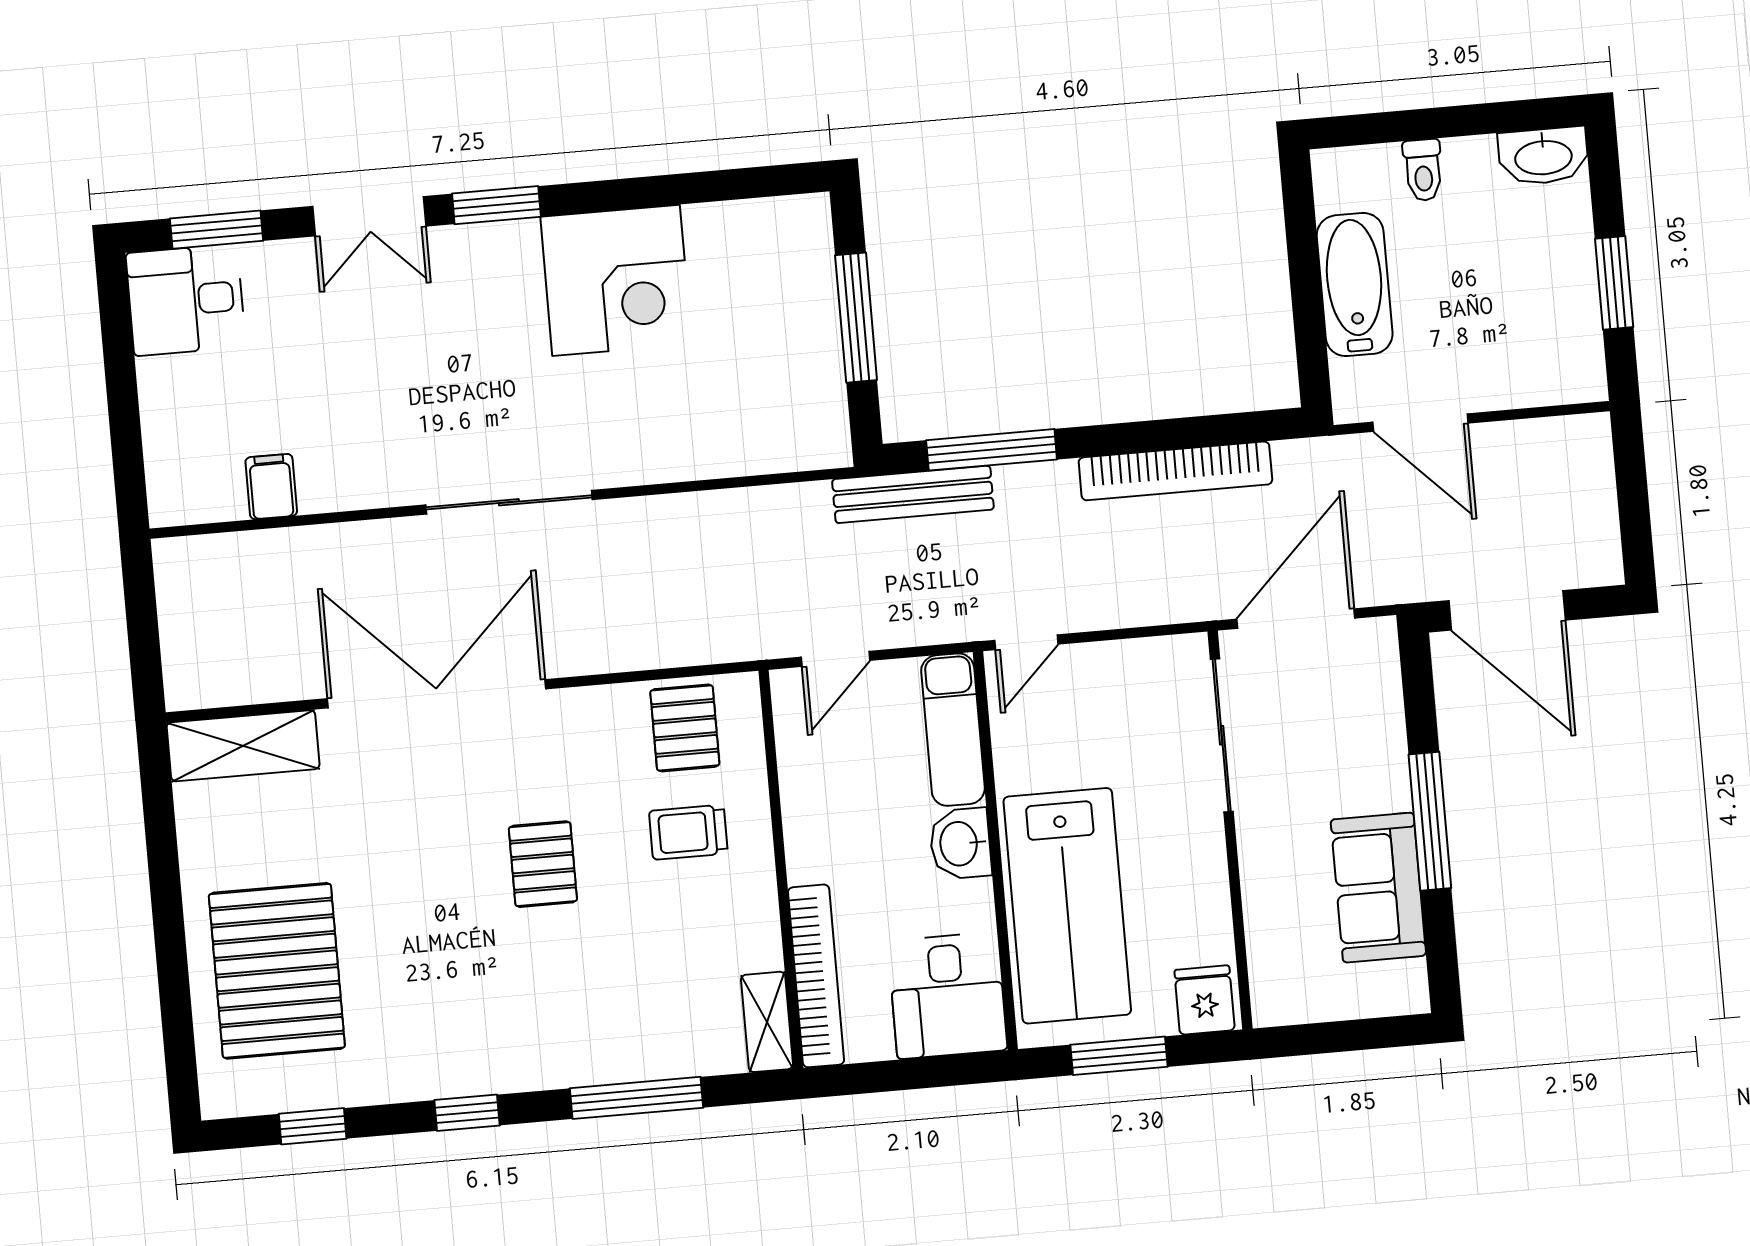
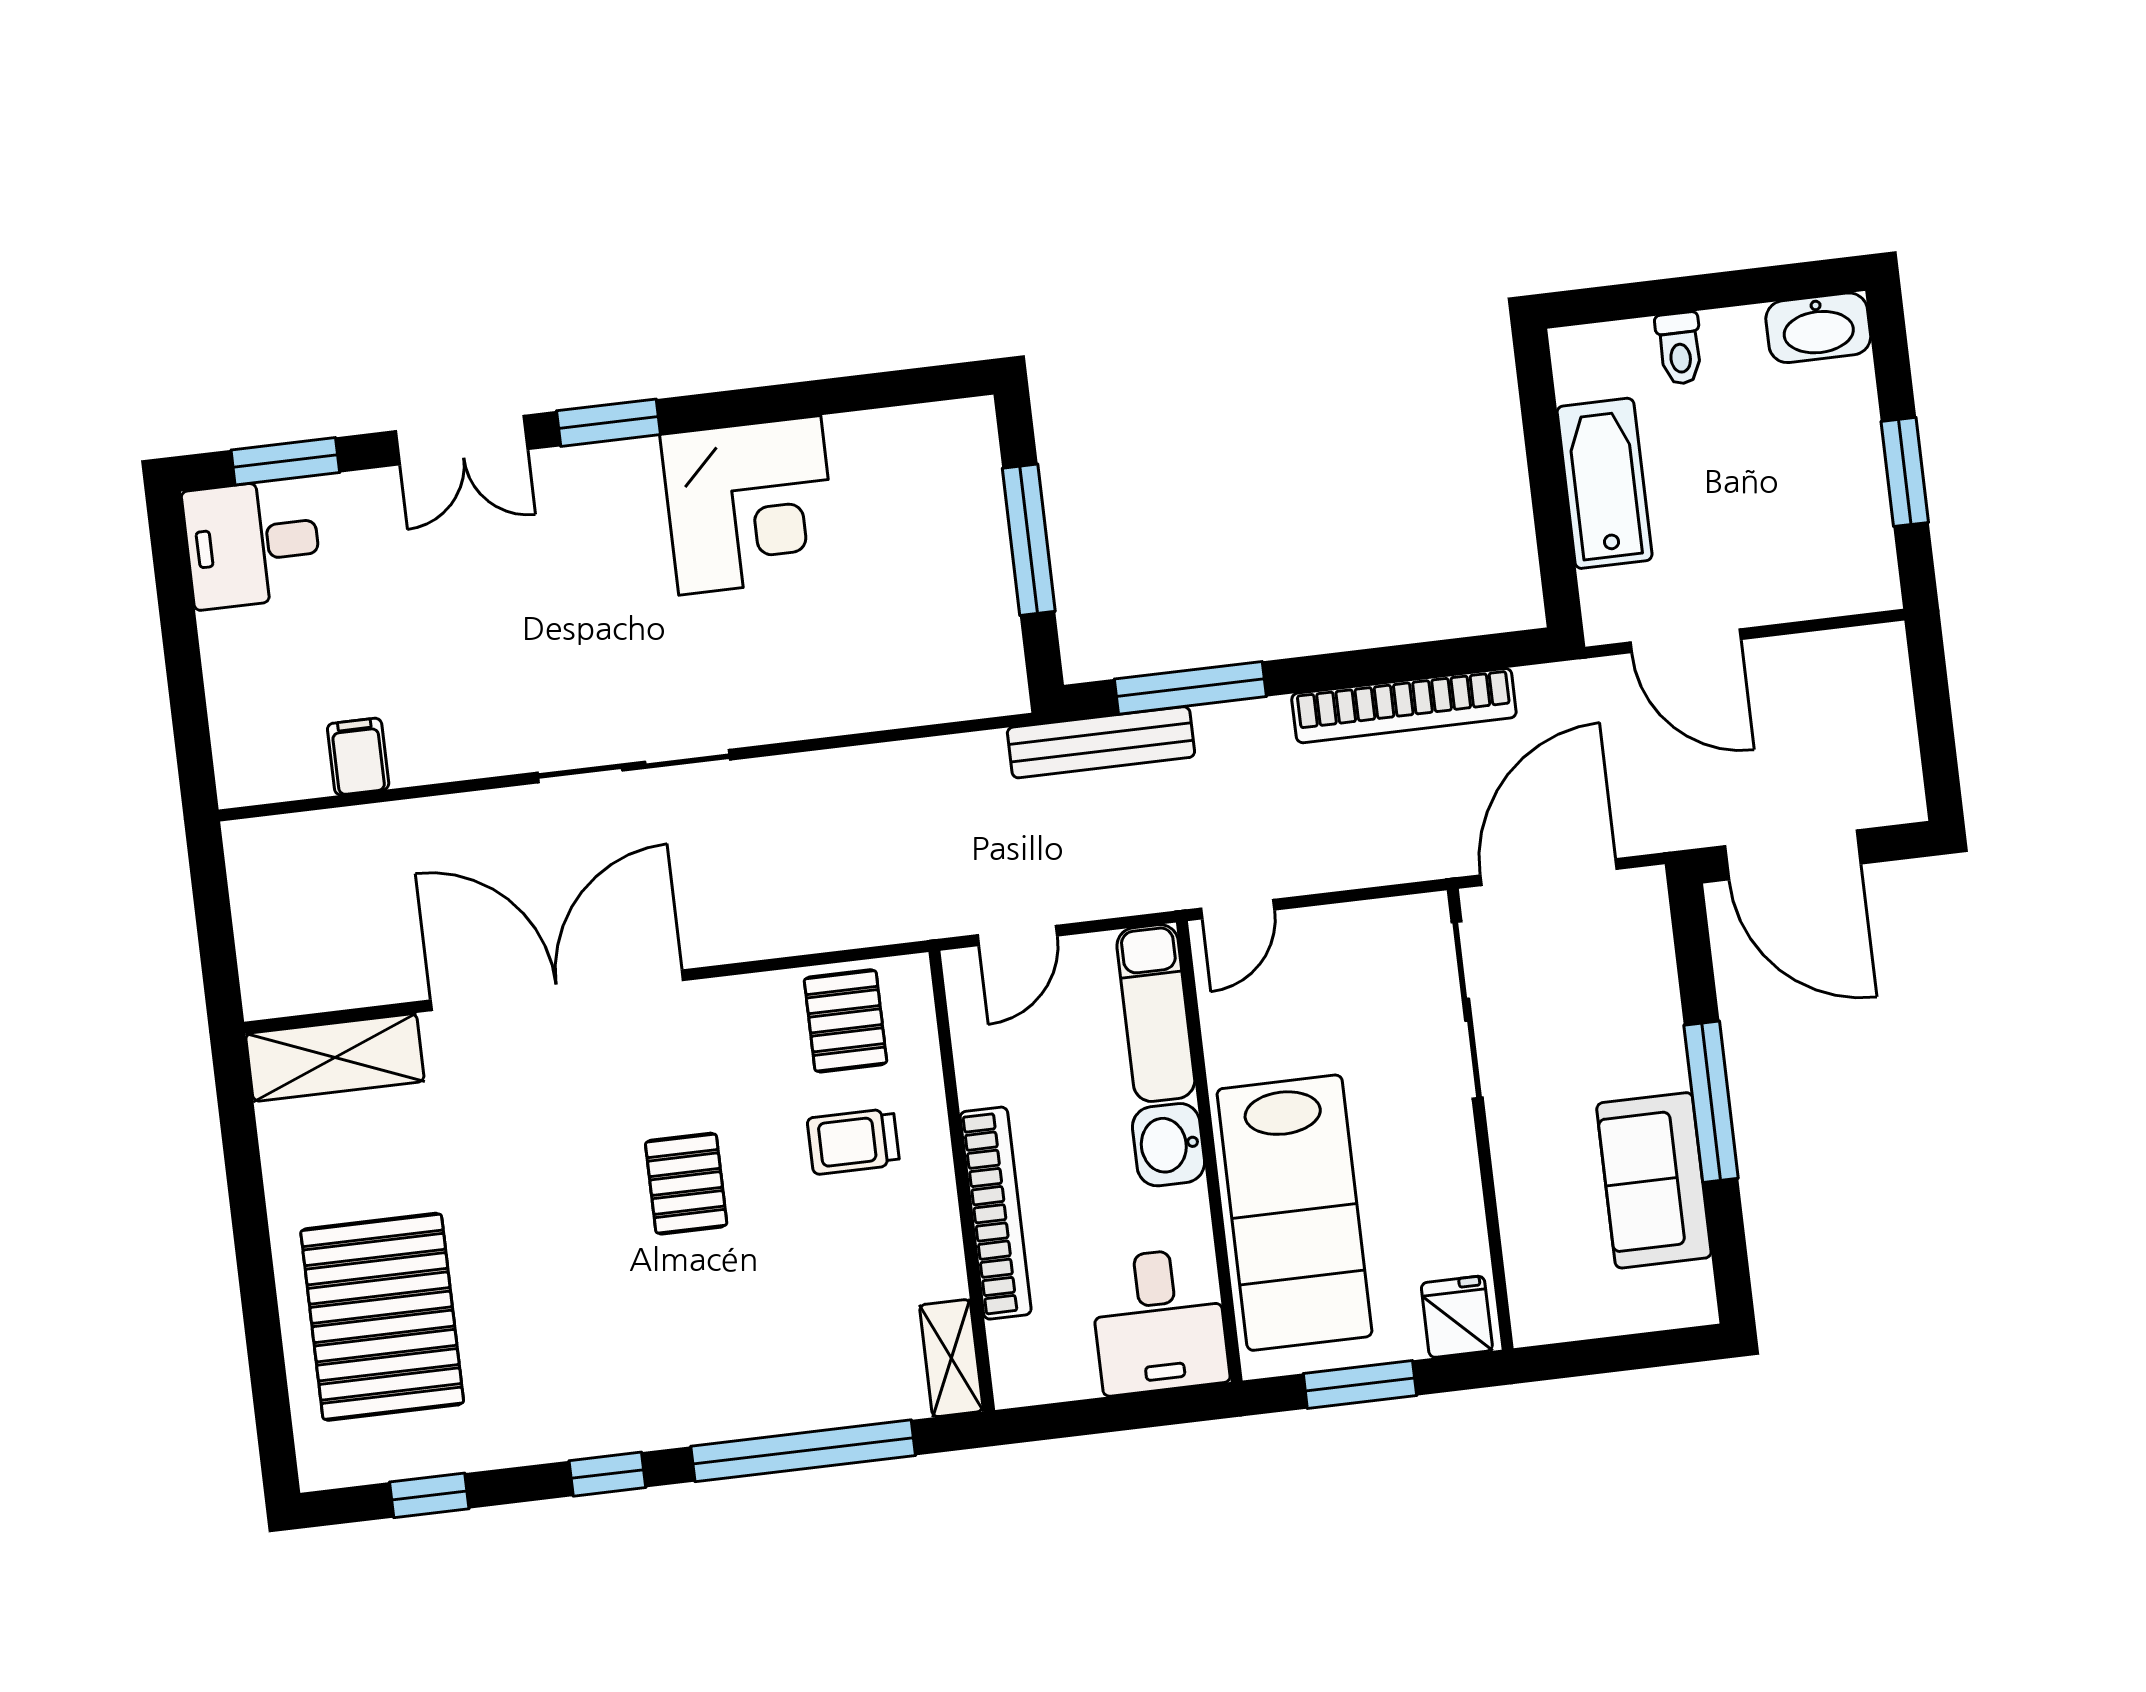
bookcase: (816, 976) -> (996, 1213), moved
window: (637, 1098) -> (803, 1451), width x1.46

